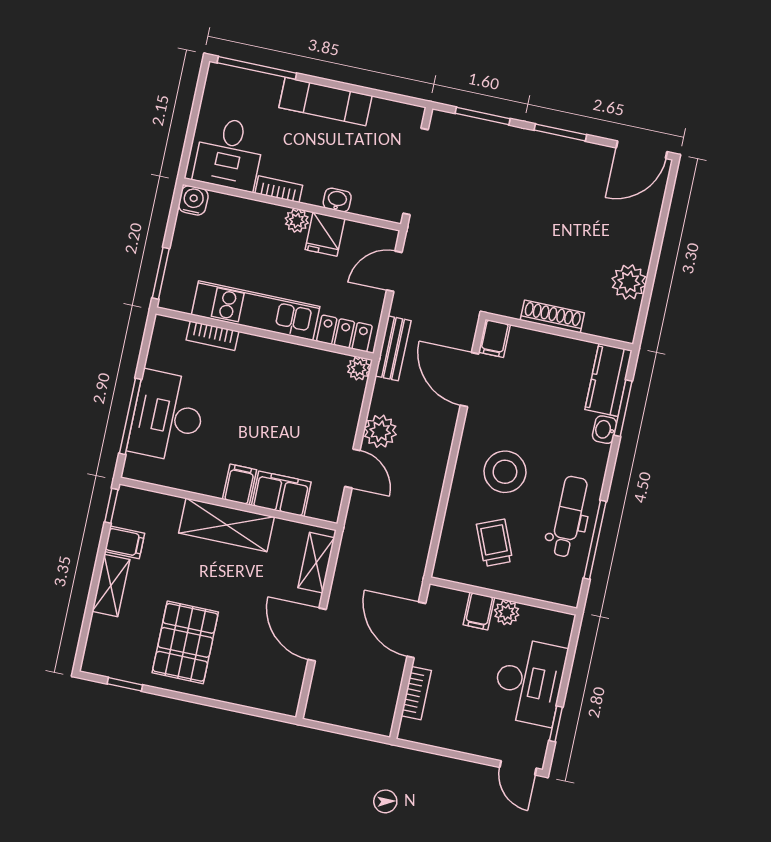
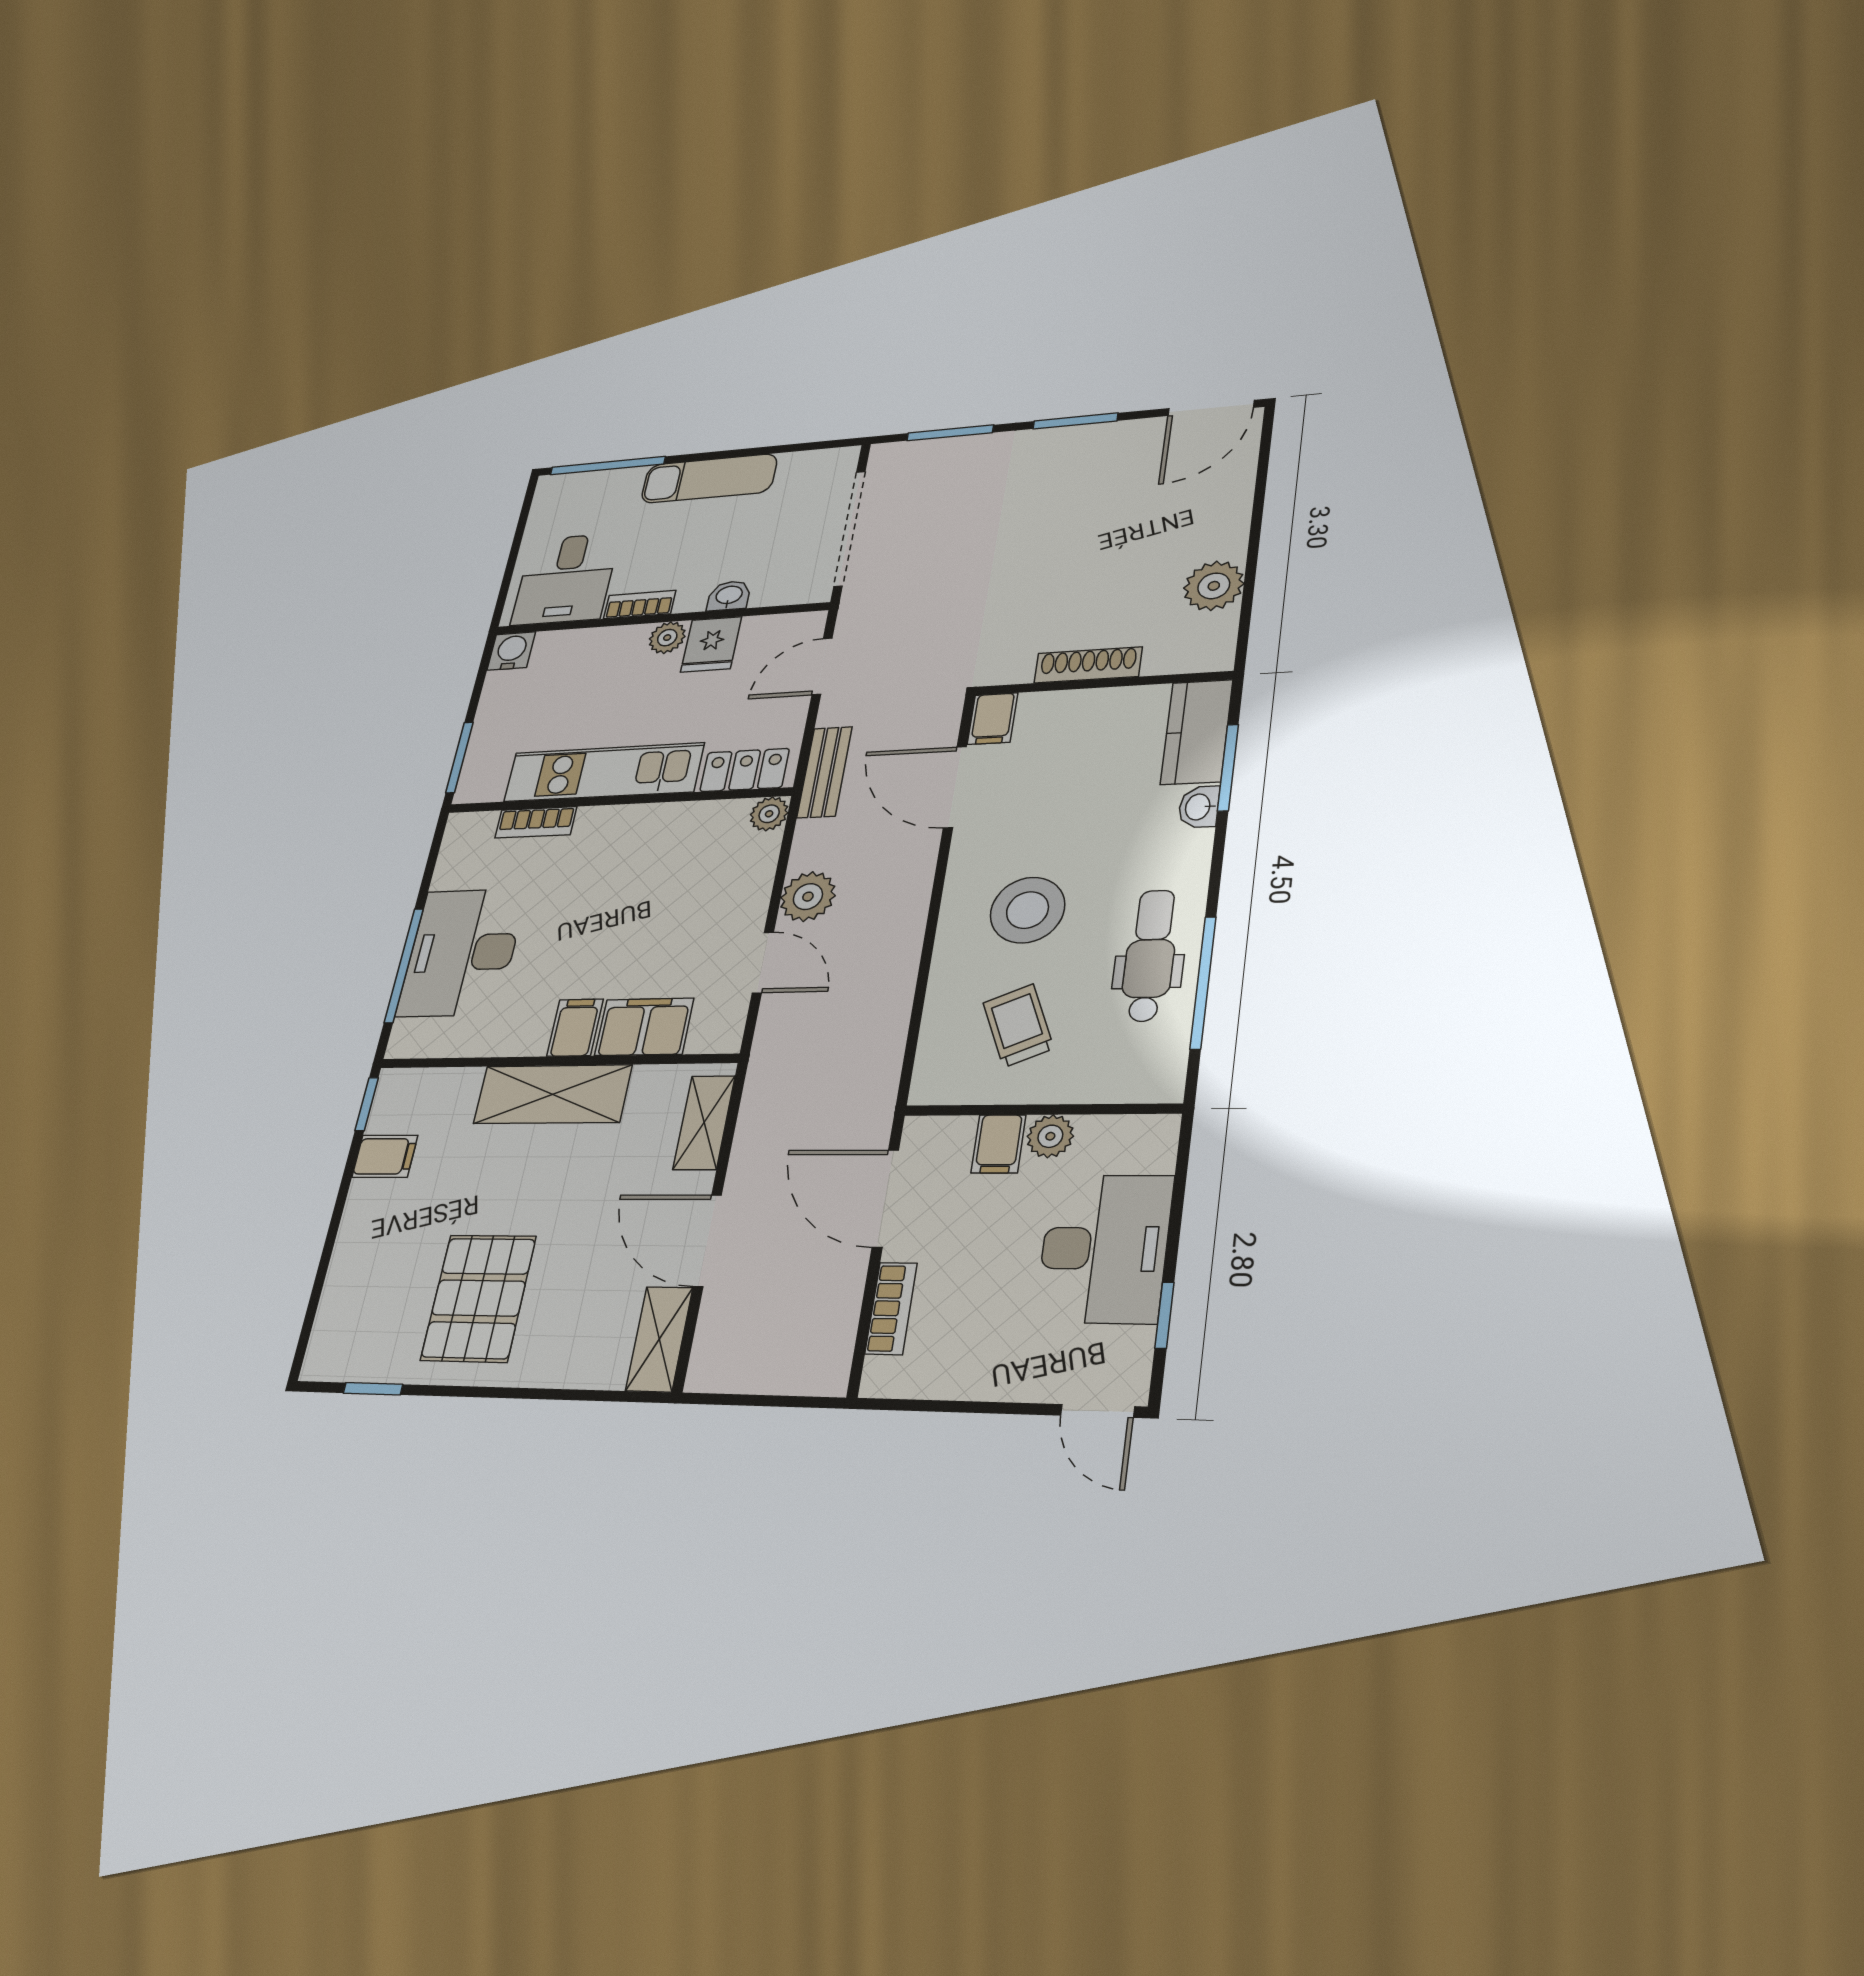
shelving: (111, 585) -> (659, 1339), moved

